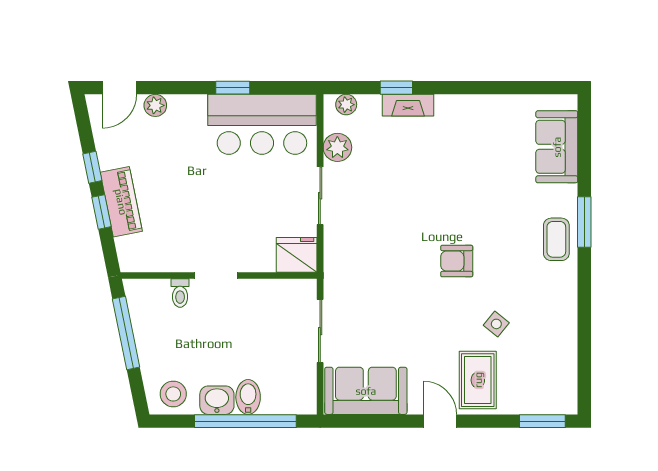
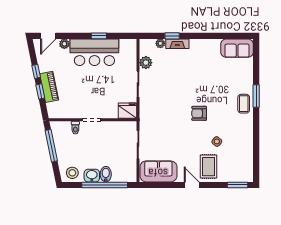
plant: (346, 105) -> (160, 43), moved
bar counter: (262, 124) -> (94, 52), moved
sofa: (557, 147) -> (237, 48), moved, turned -90

